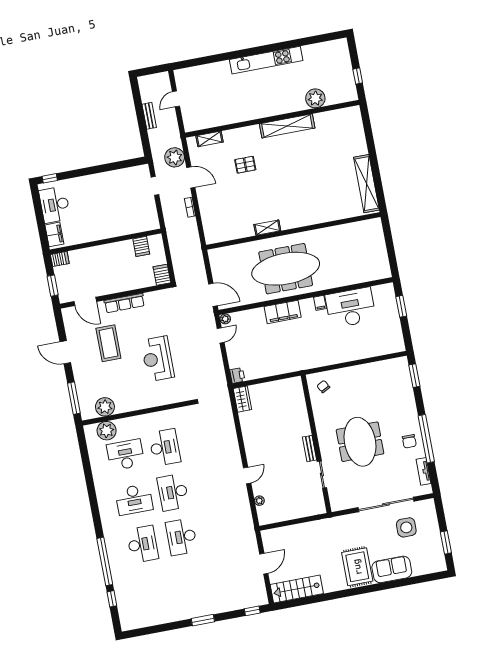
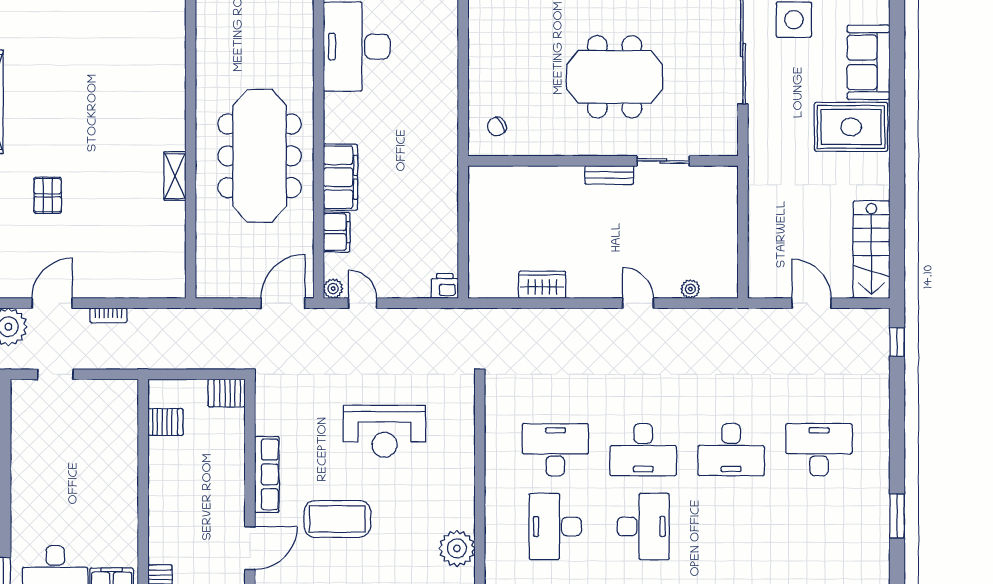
filing cabinet: (320, 303) -> (337, 232), moved, width x2.00
wardrobe: (242, 399) -> (542, 285), moved
plant: (107, 431) -> (503, 554), removed
desk: (142, 544) -> (819, 450), moved
window: (203, 620) -> (897, 516), moved

